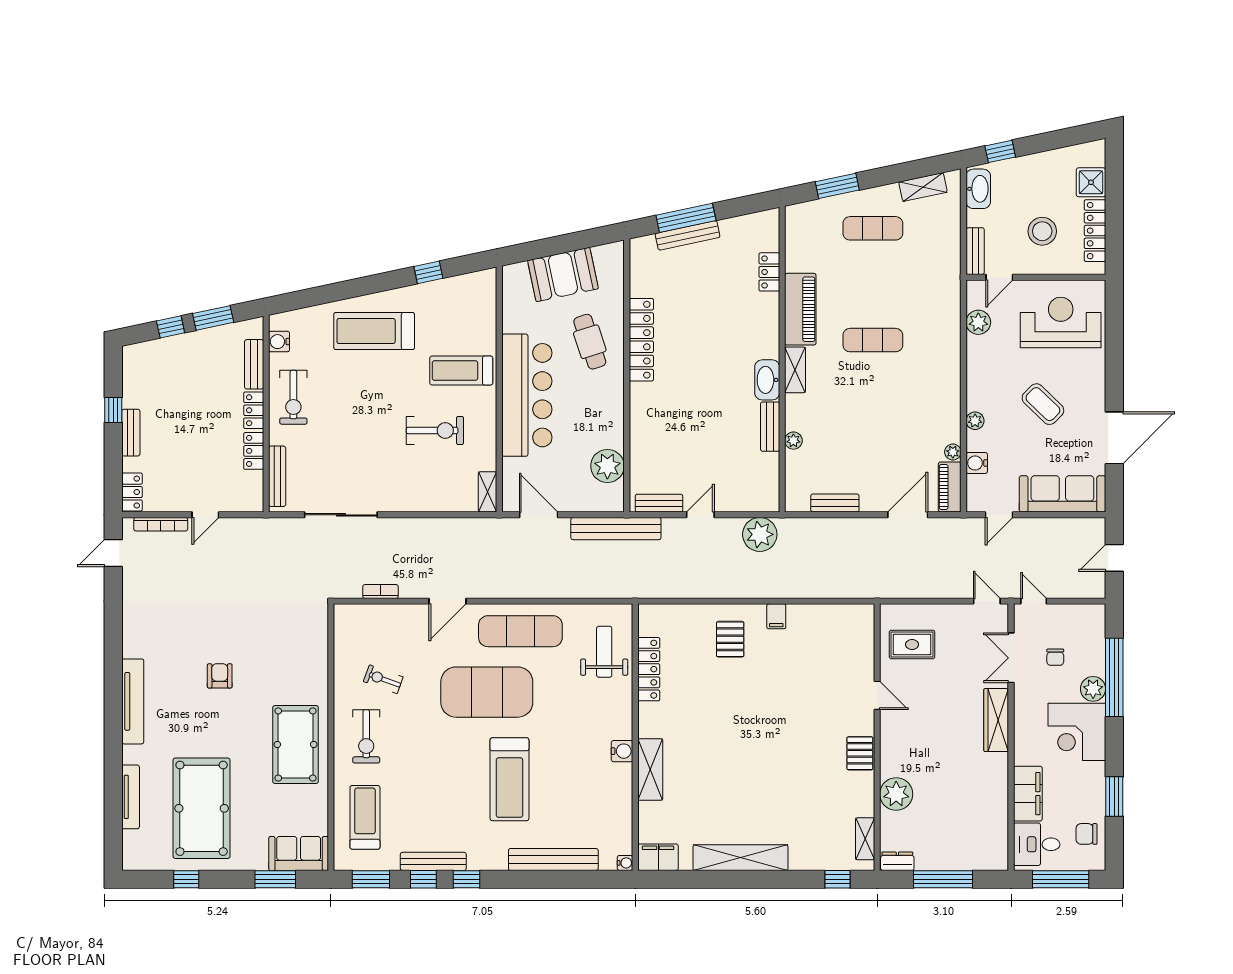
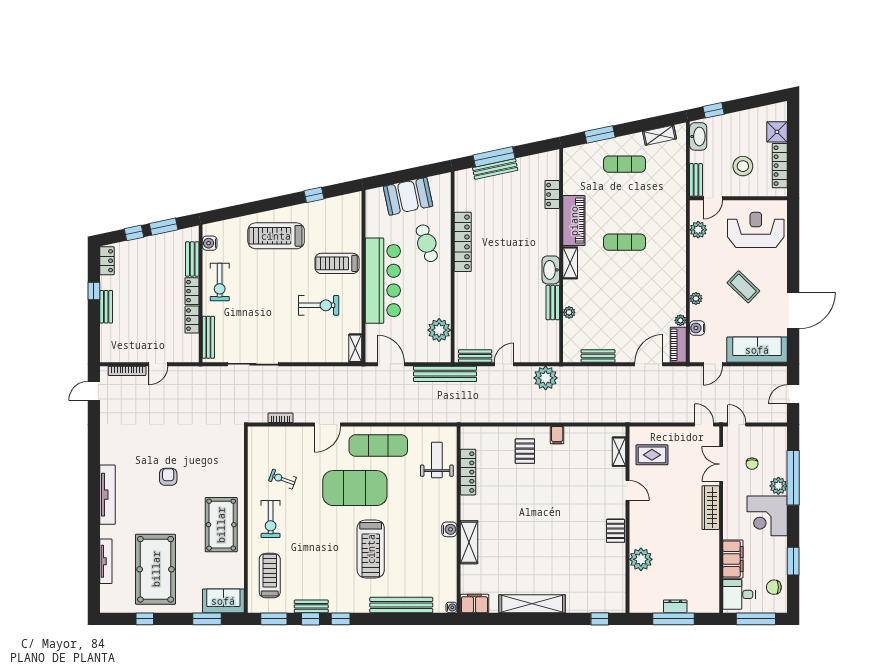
locker: (132, 492) -> (107, 261), moved
shelving: (865, 839) -> (619, 452), moved
bench: (433, 861) -> (311, 606), width x0.73
dresser: (897, 861) -> (675, 606), moved

